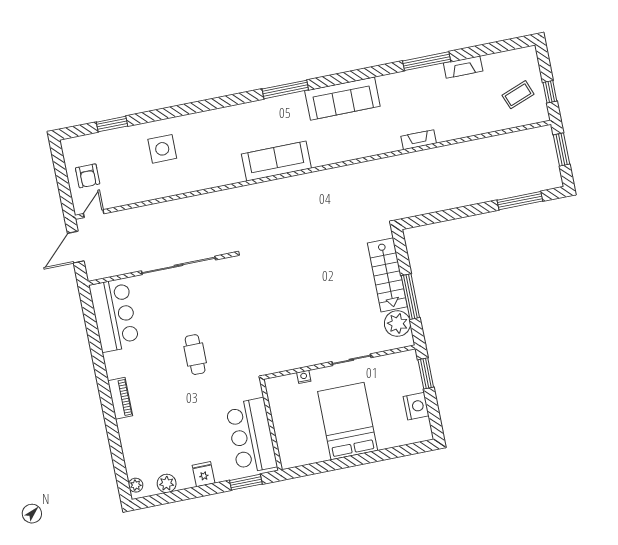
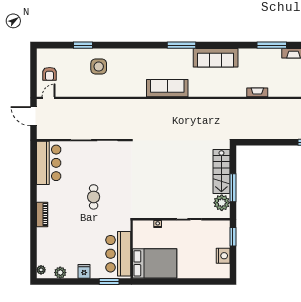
window: (112, 124) -> (83, 45), moved
door: (76, 247) -> (33, 116), hinge flipped
bed: (348, 421) -> (155, 263), moved, turned 90

